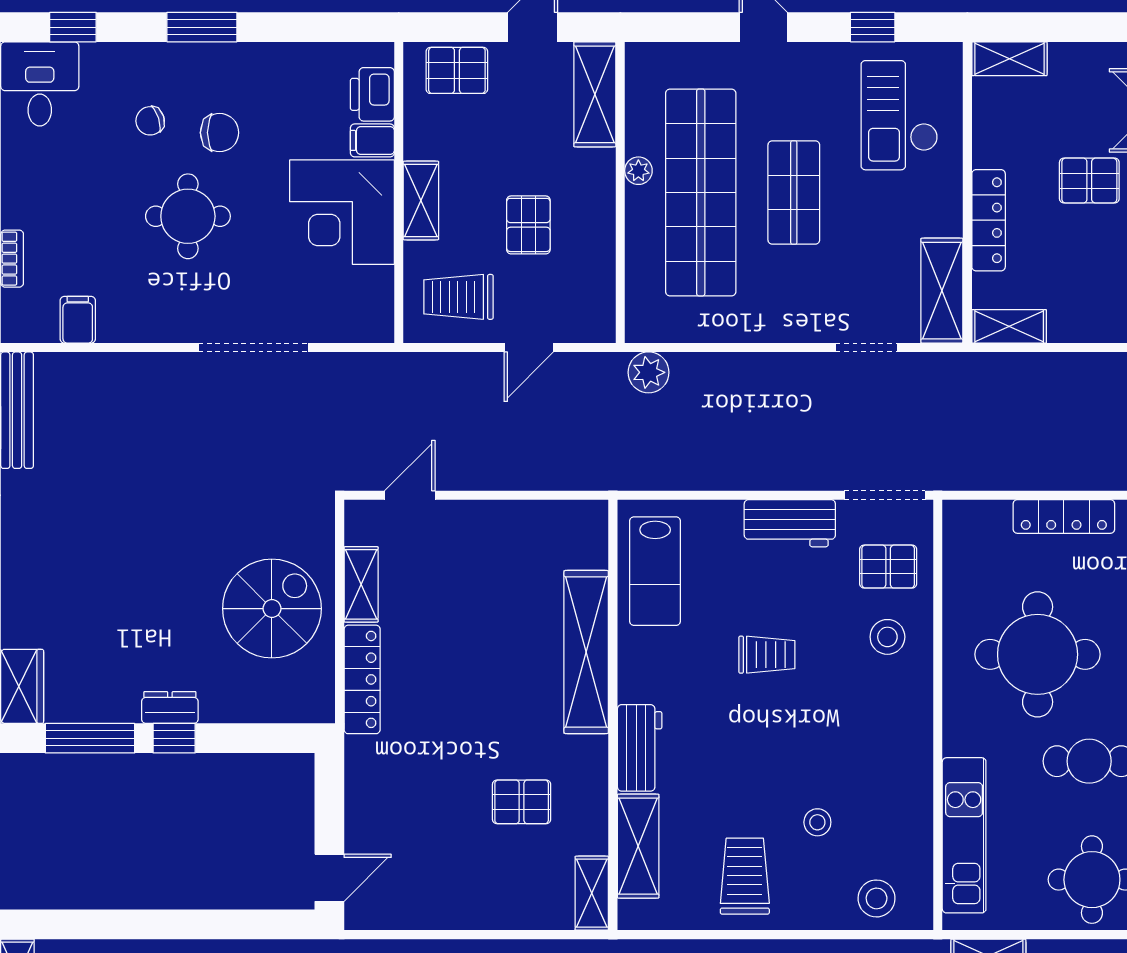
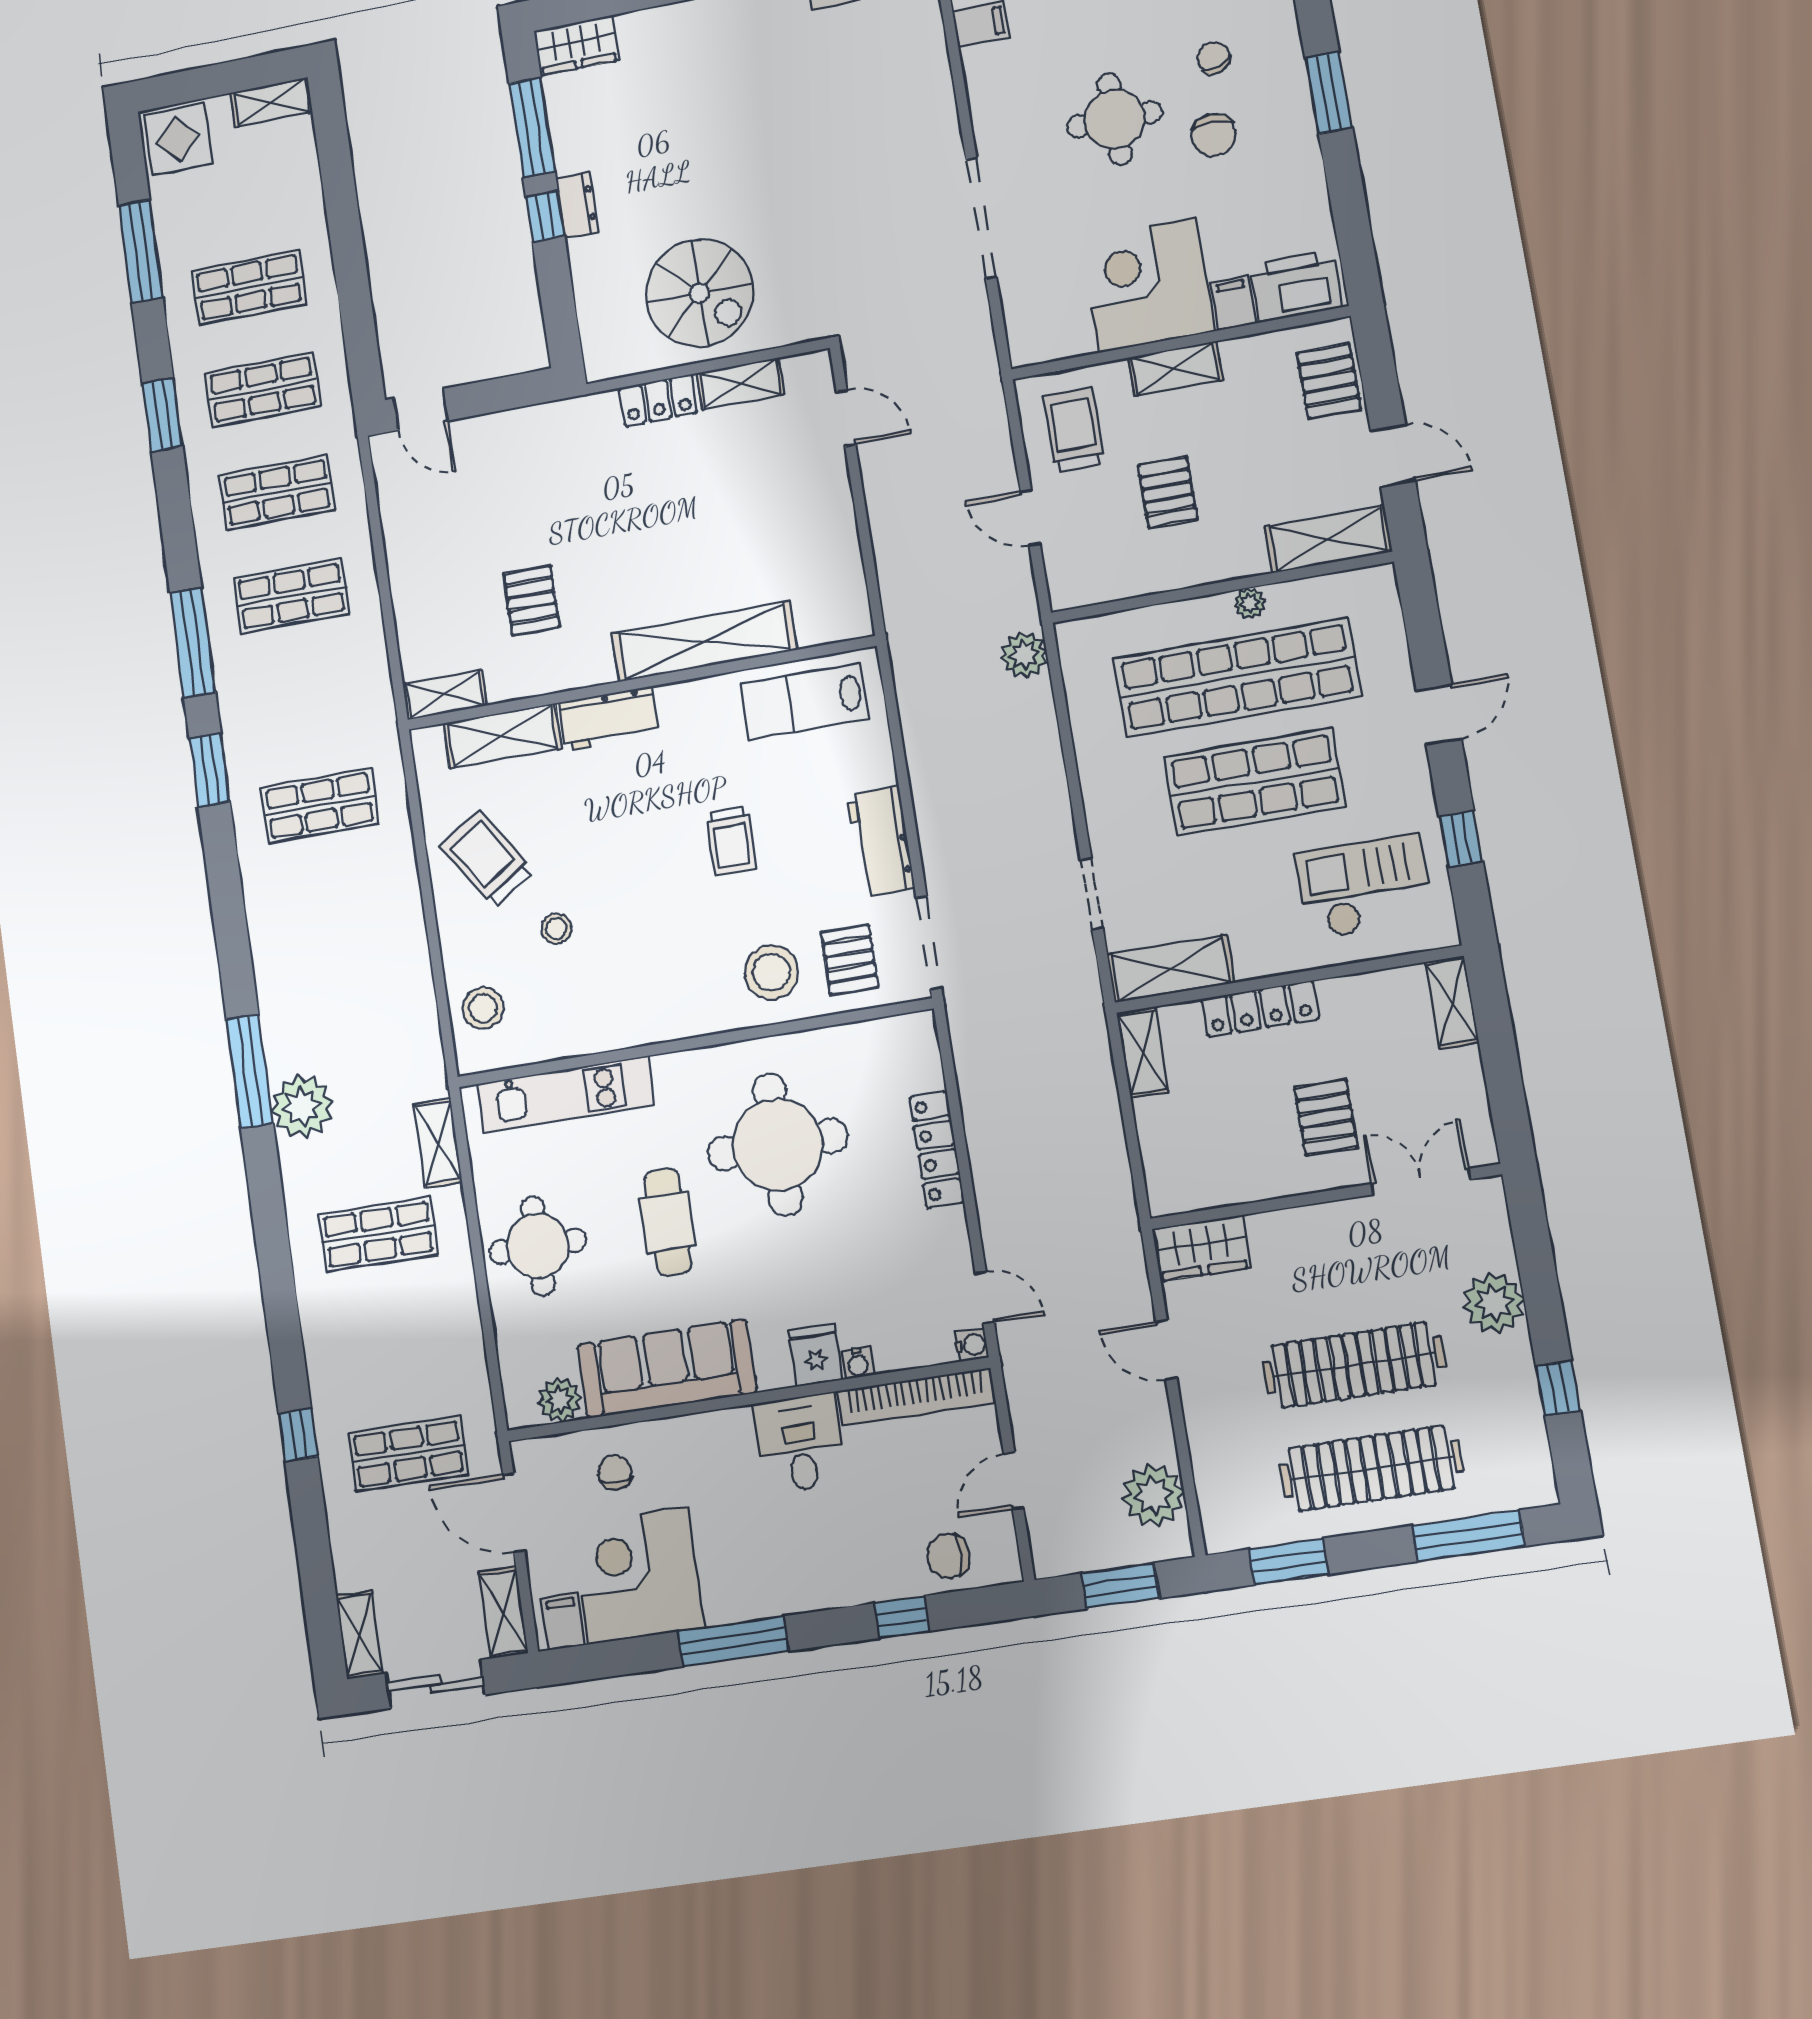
printer: (372, 94) -> (1296, 286), width x1.37, depth x1.19
shop shelf: (794, 192) -> (1255, 782), width x1.43, depth x1.36
pallet: (528, 225) -> (1168, 492), turned 90
stool: (887, 637) -> (771, 972), width x1.38, depth x1.38
locker: (362, 679) -> (658, 400), width x0.66
trolley: (745, 876) -> (486, 859), turned -123

